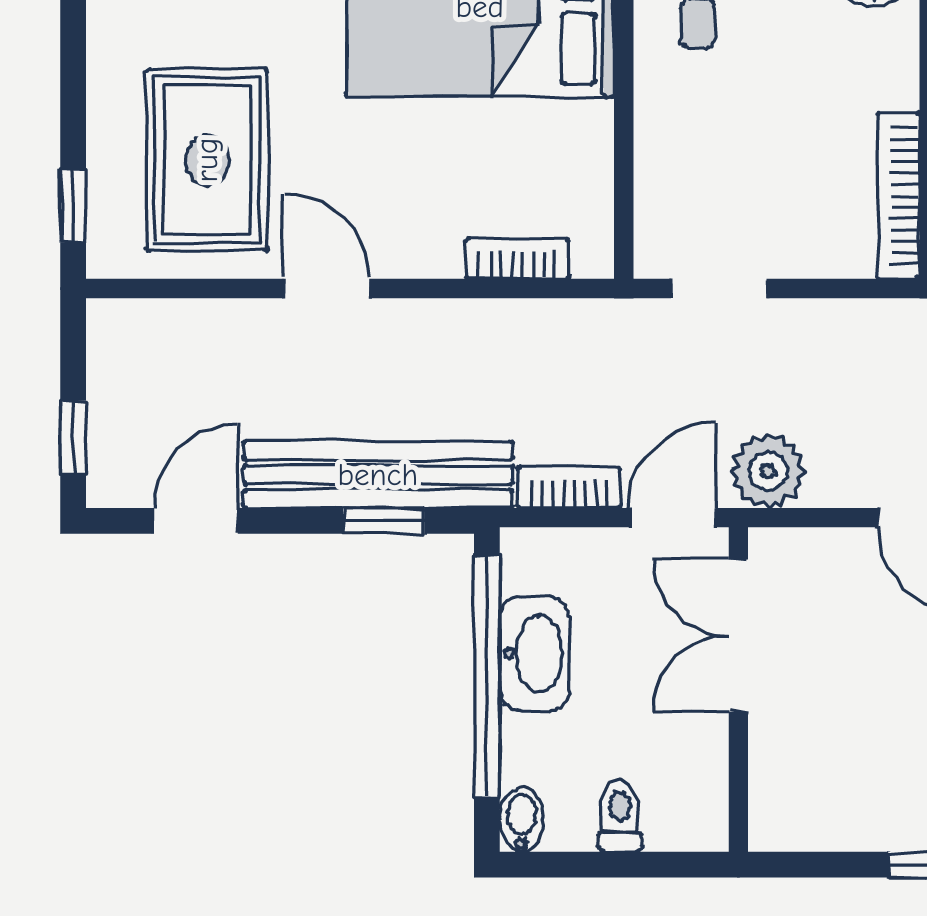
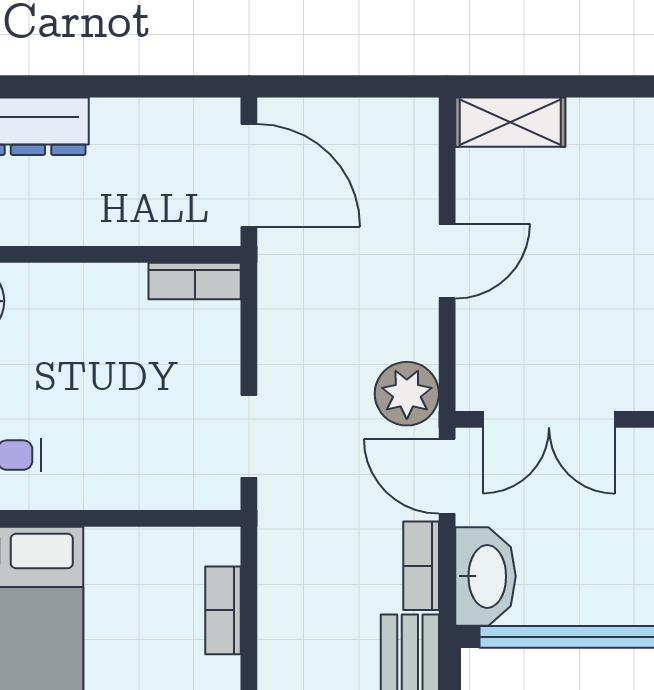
bookcase: (898, 196) -> (195, 281), width x0.64
washbasin: (534, 654) -> (485, 576), moved, turned 90

